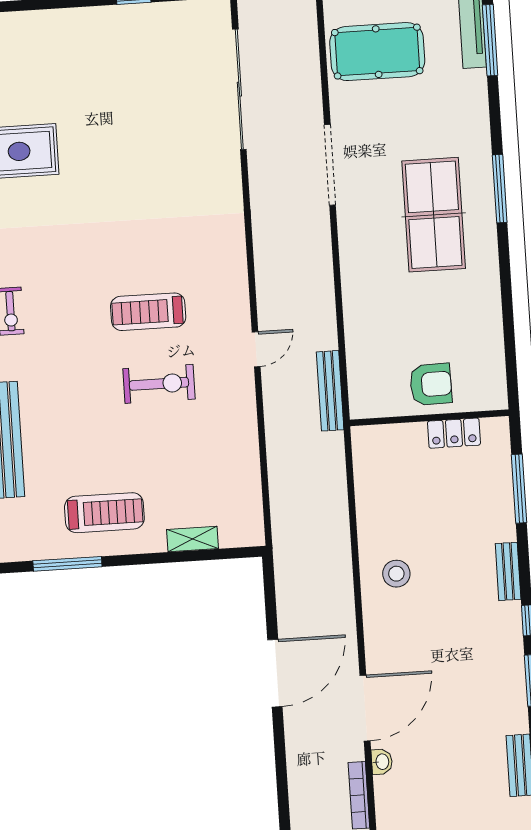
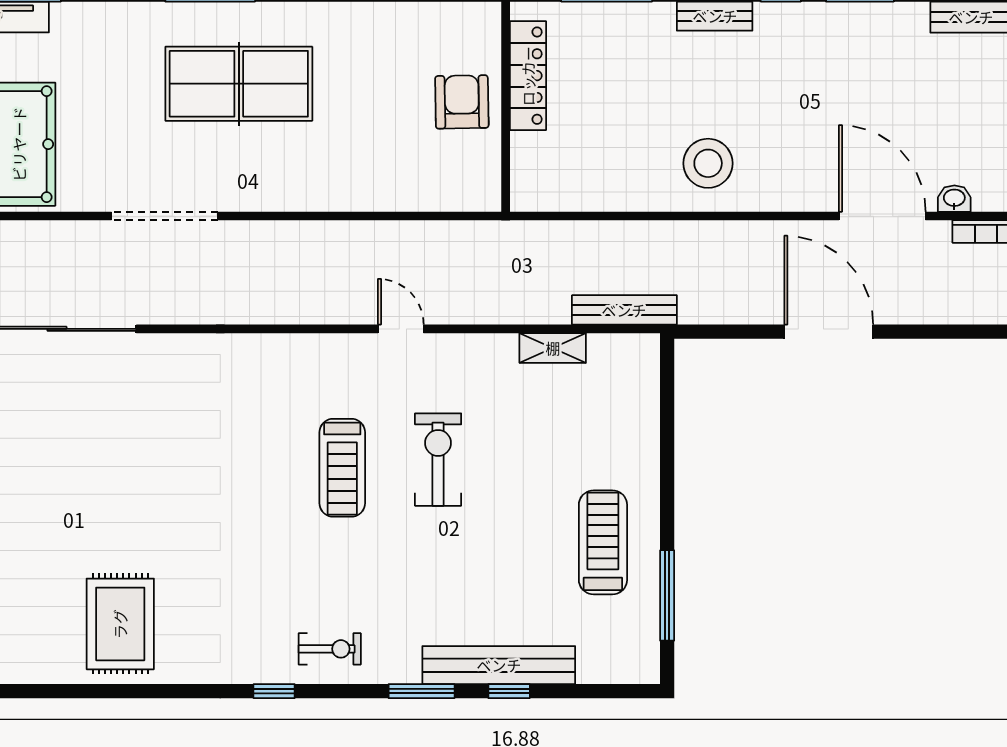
bench: (330, 391) -> (624, 310), moved
locker: (454, 433) -> (528, 76), width x1.53
shelving: (192, 539) -> (553, 348), moved, turned 90
stool: (396, 574) -> (708, 163), width x1.38, depth x1.38

